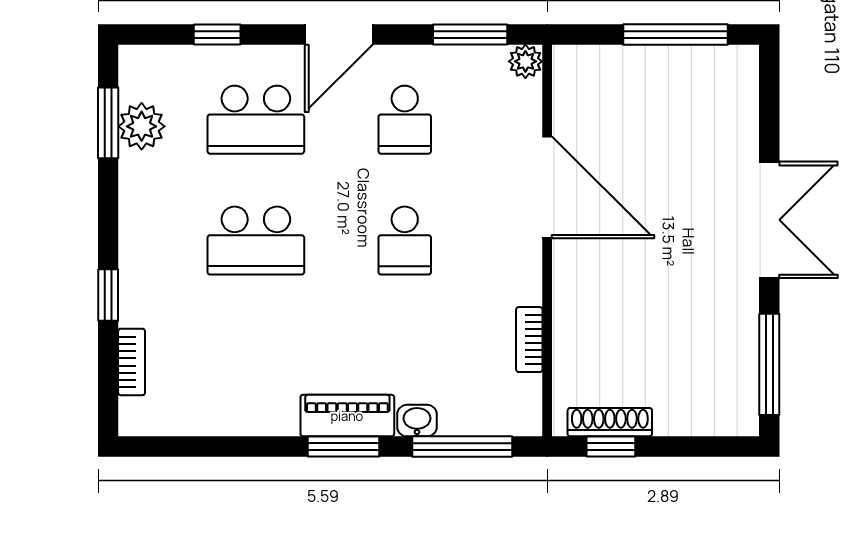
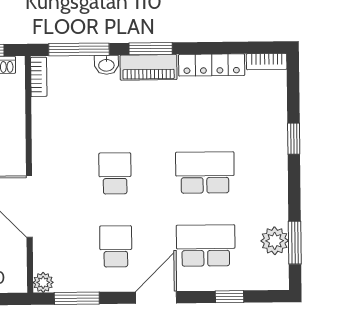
bookcase: (529, 340) -> (39, 77), moved
bookcase: (132, 362) -> (267, 62), moved, turned -90
locker: (243, 418) -> (212, 65), added

